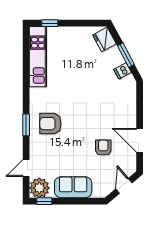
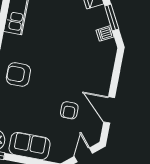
armchair: (103, 148) -> (69, 110), turned 180

